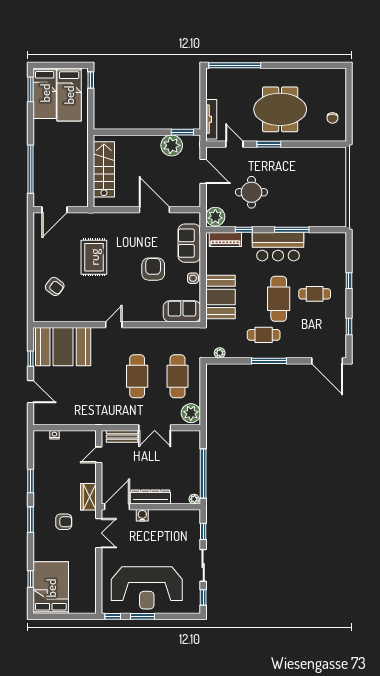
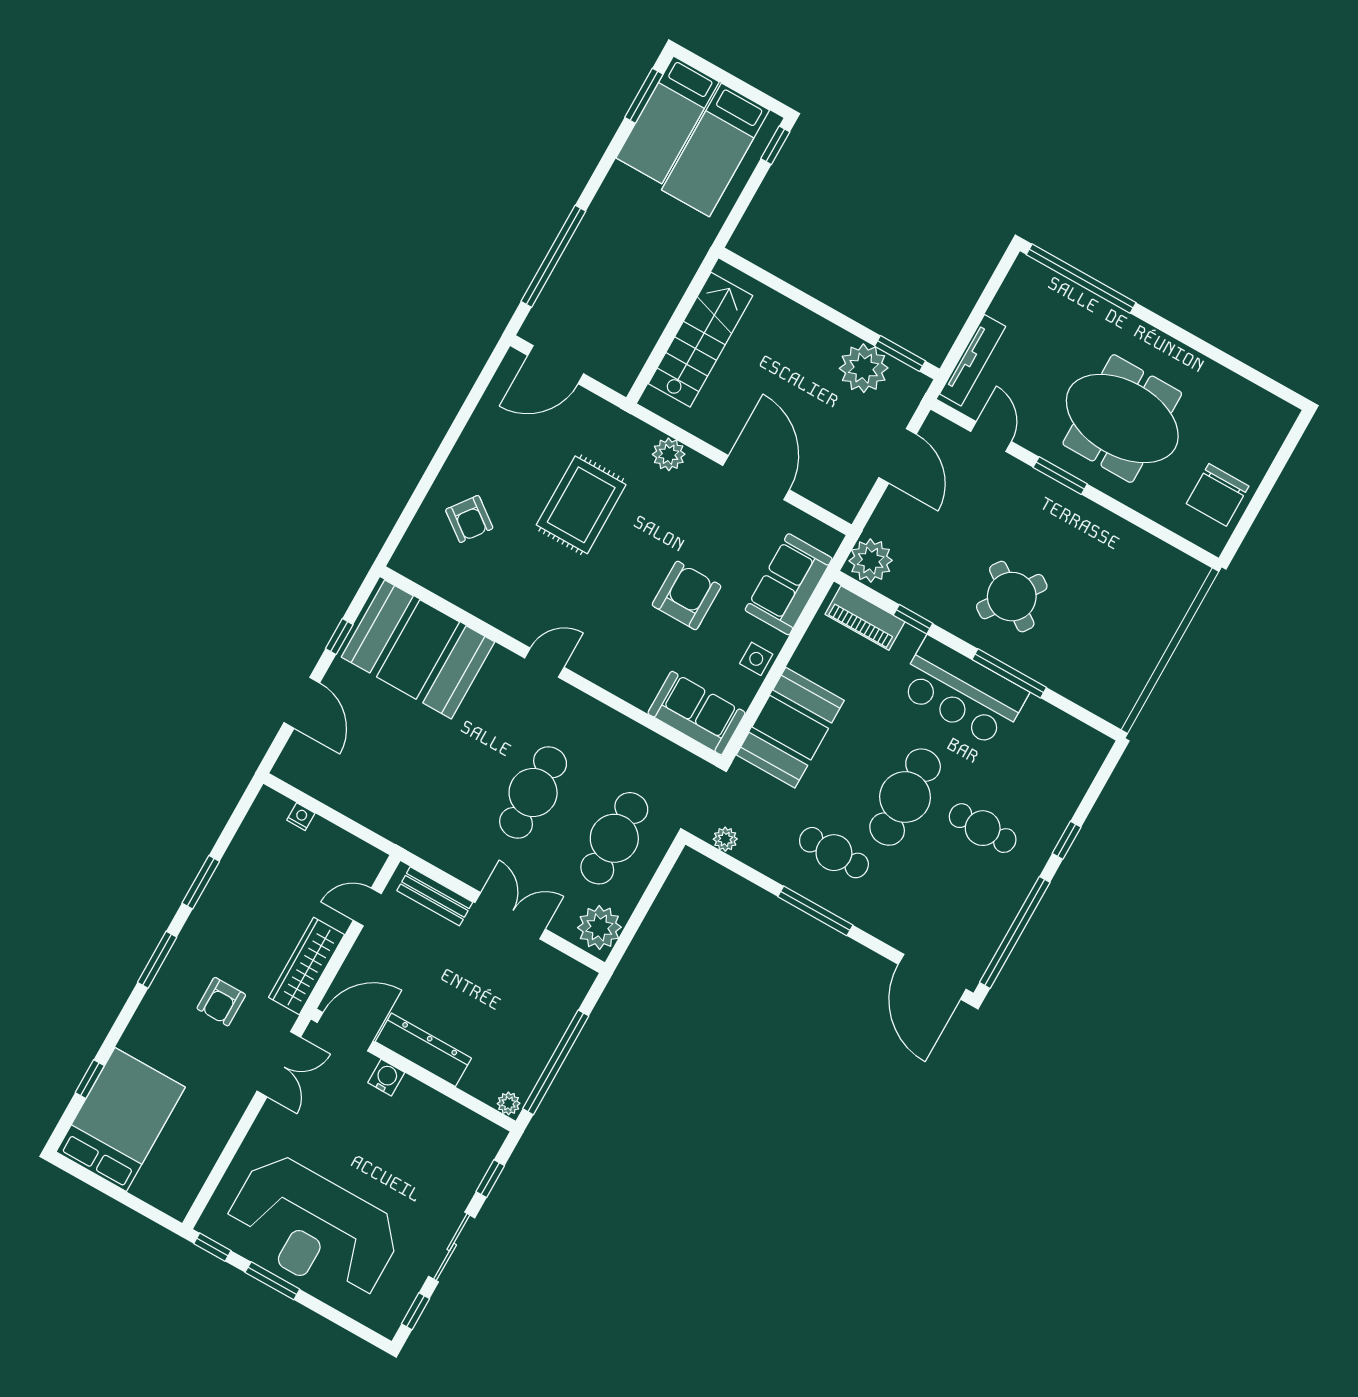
chair: (332, 118) -> (1218, 495), width x1.87, depth x1.87
round table: (251, 192) -> (1012, 597), moved, turned 35
plant: (116, 220) -> (669, 454), added
window: (349, 327) -> (1015, 932), width x3.17
double door: (155, 428) -> (510, 916), swing flipped
wardrobe: (88, 497) -> (307, 966), width x1.50
armchair: (64, 522) -> (221, 1002), turned 90

